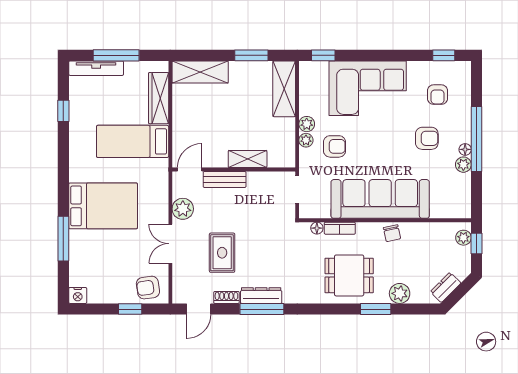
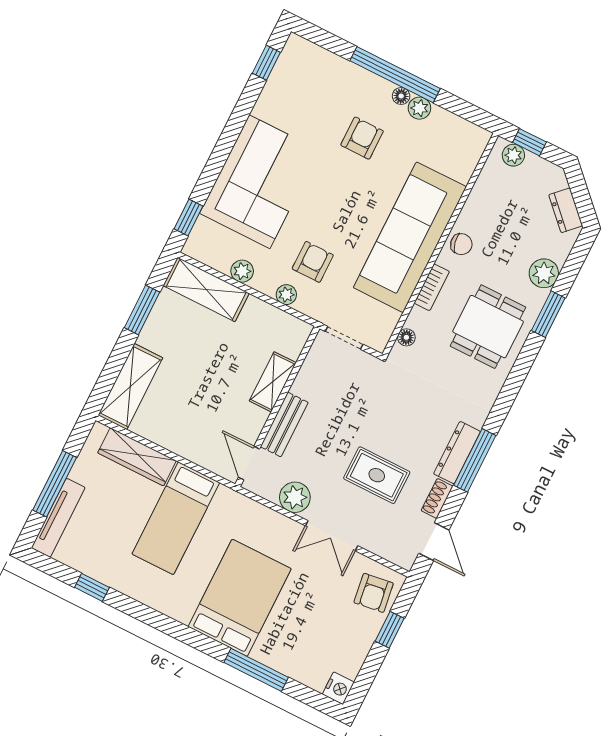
armchair: (438, 95) -> (313, 96), removed
plant: (307, 124) -> (242, 271), moved
bookcase: (340, 228) -> (432, 287), moved

